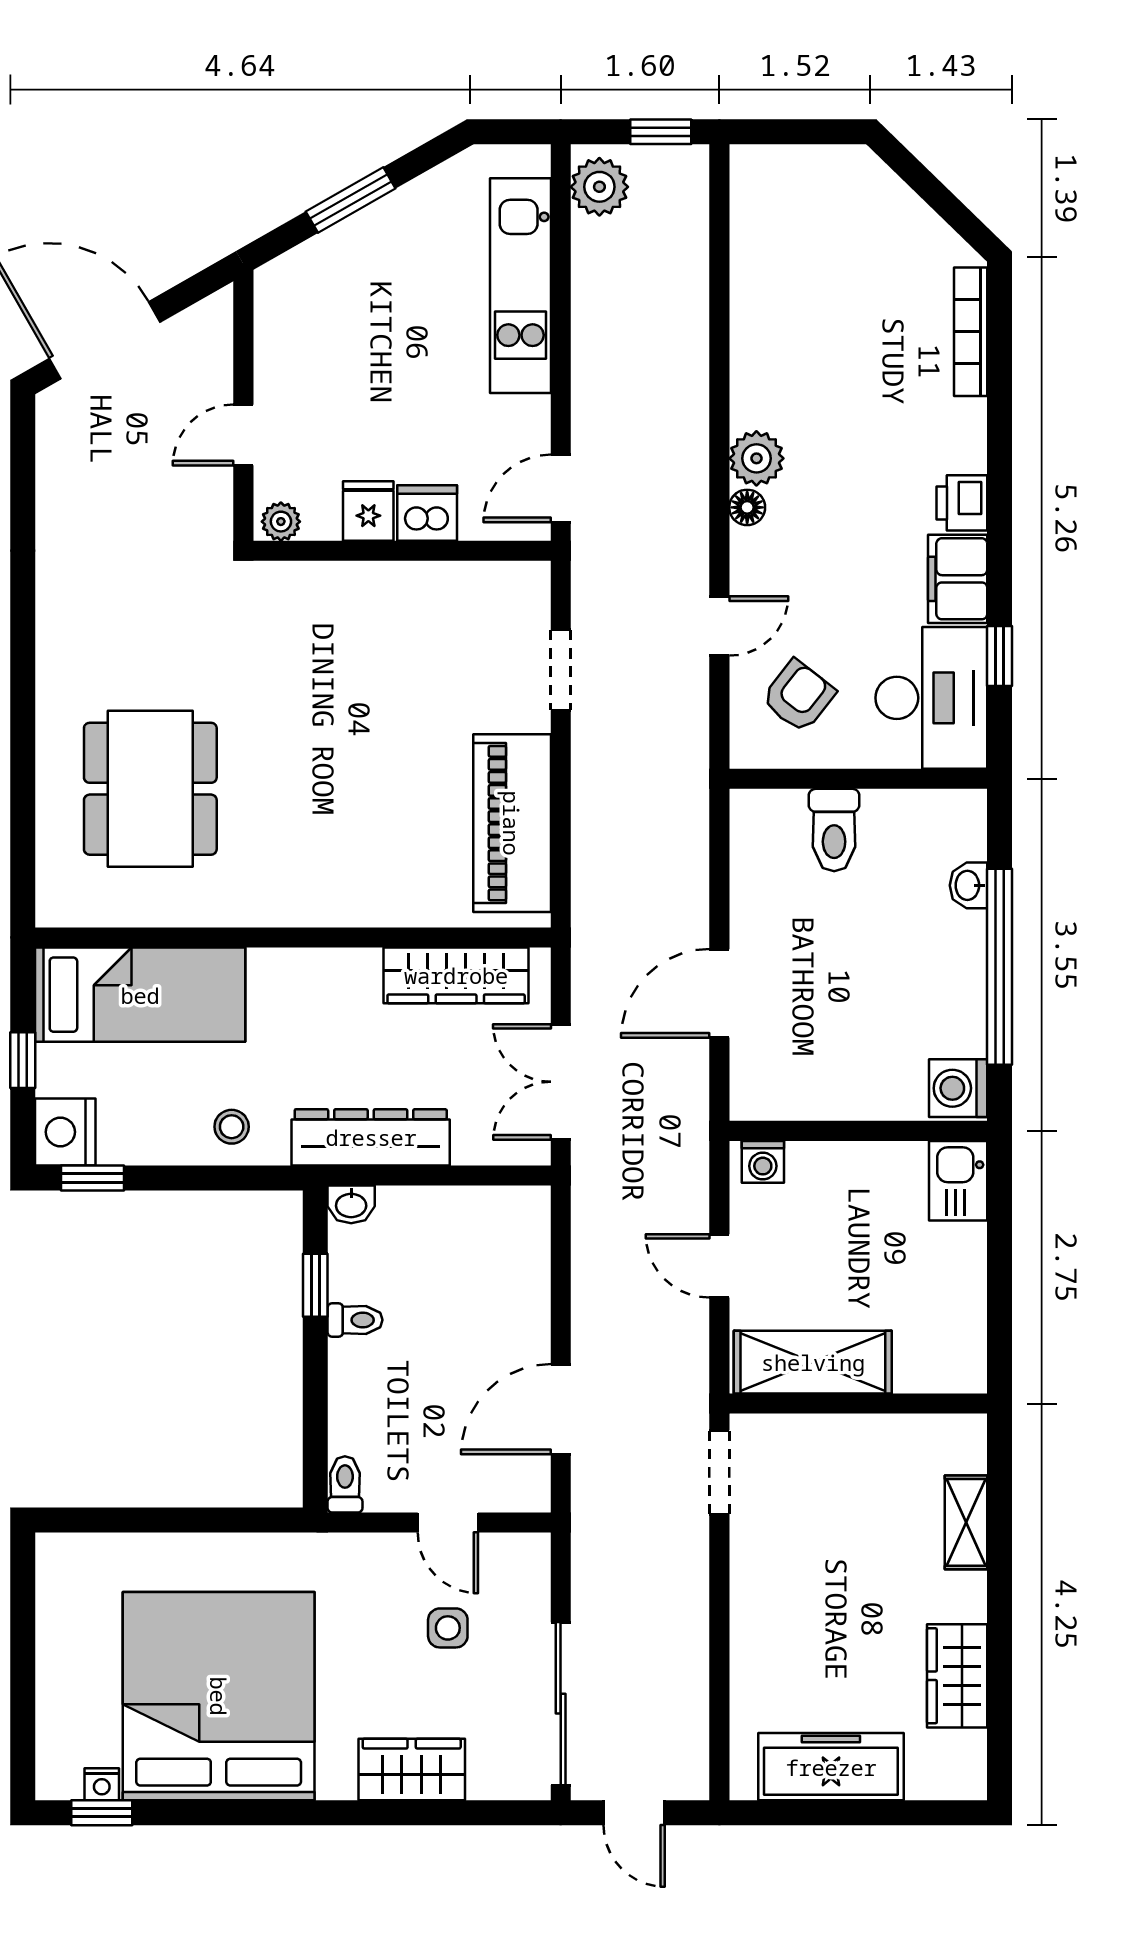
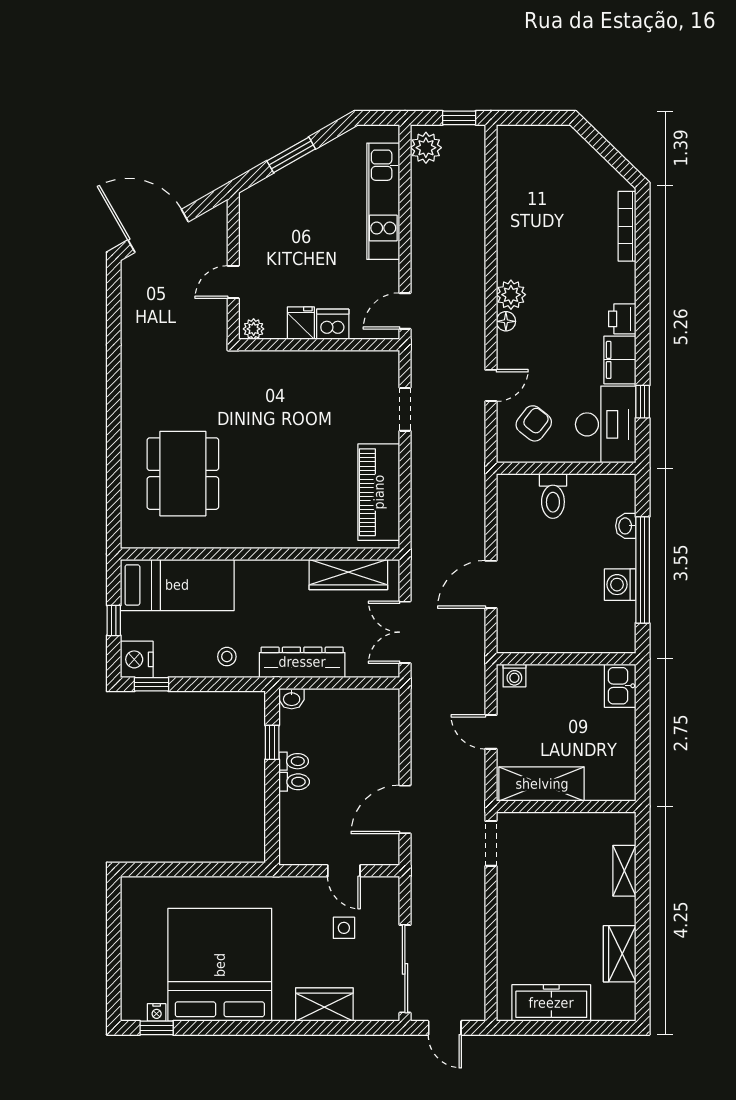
washing machine: (958, 1088) -> (620, 585), moved
toilet: (345, 1484) -> (294, 782), moved, turned 90

